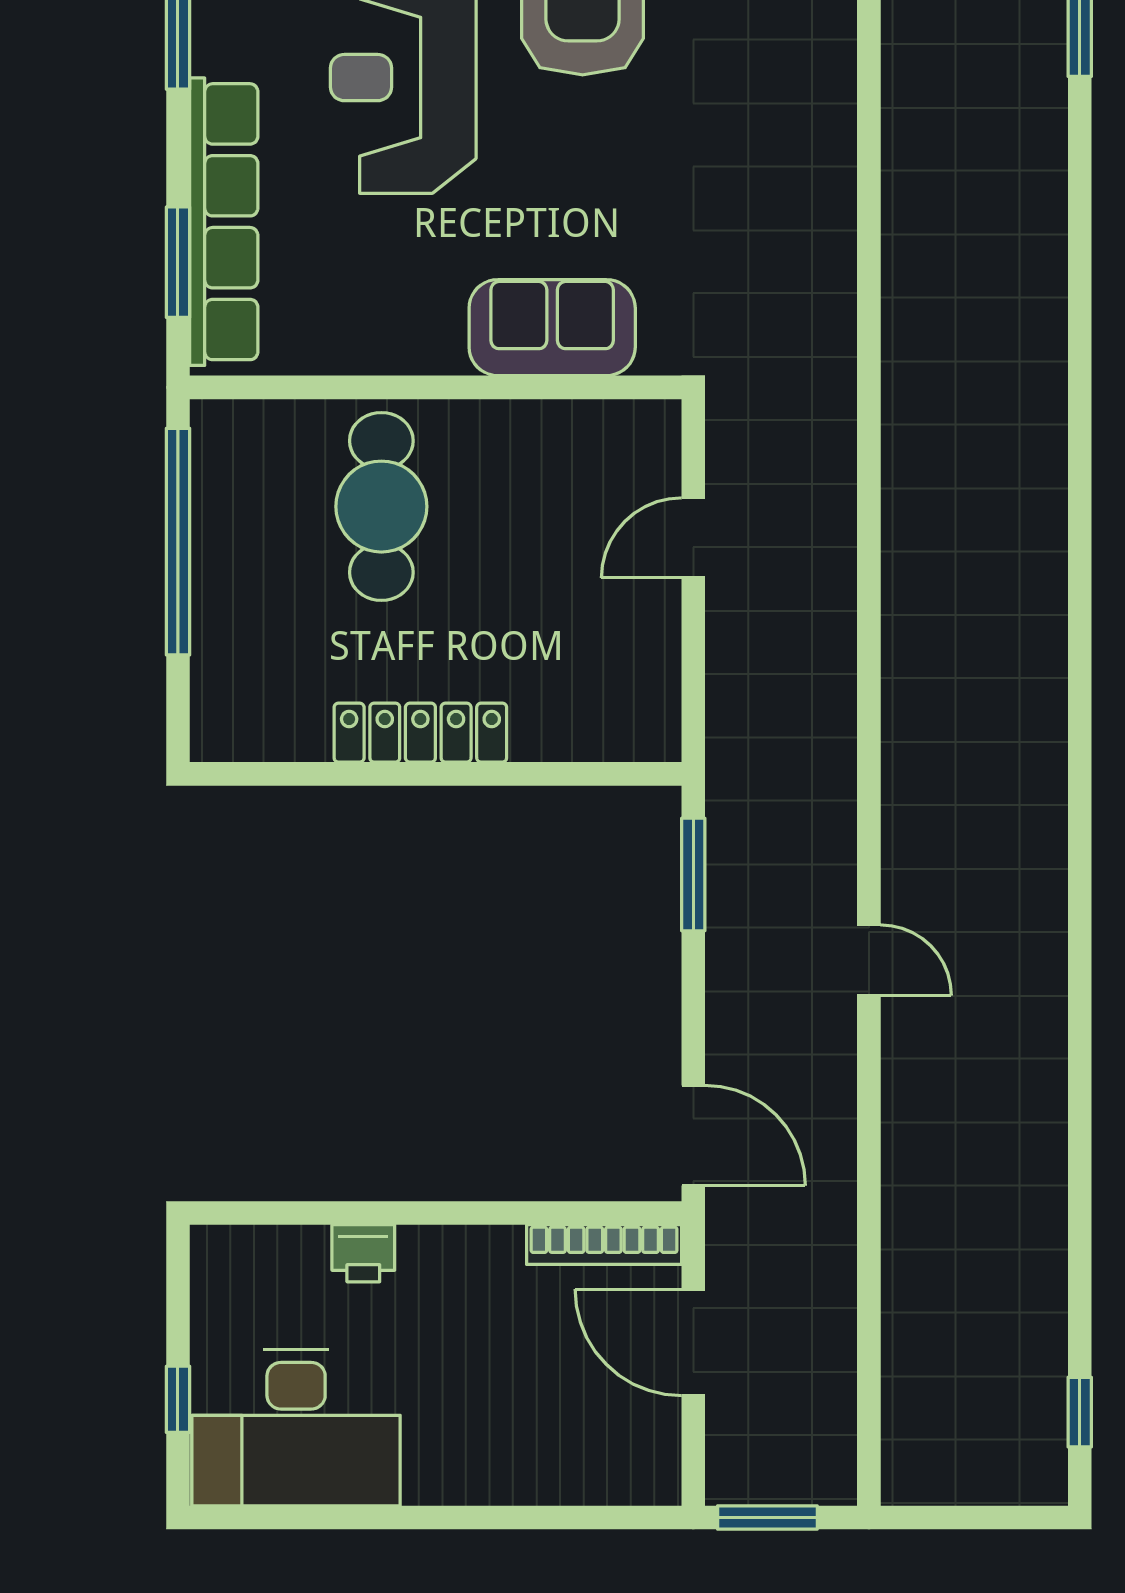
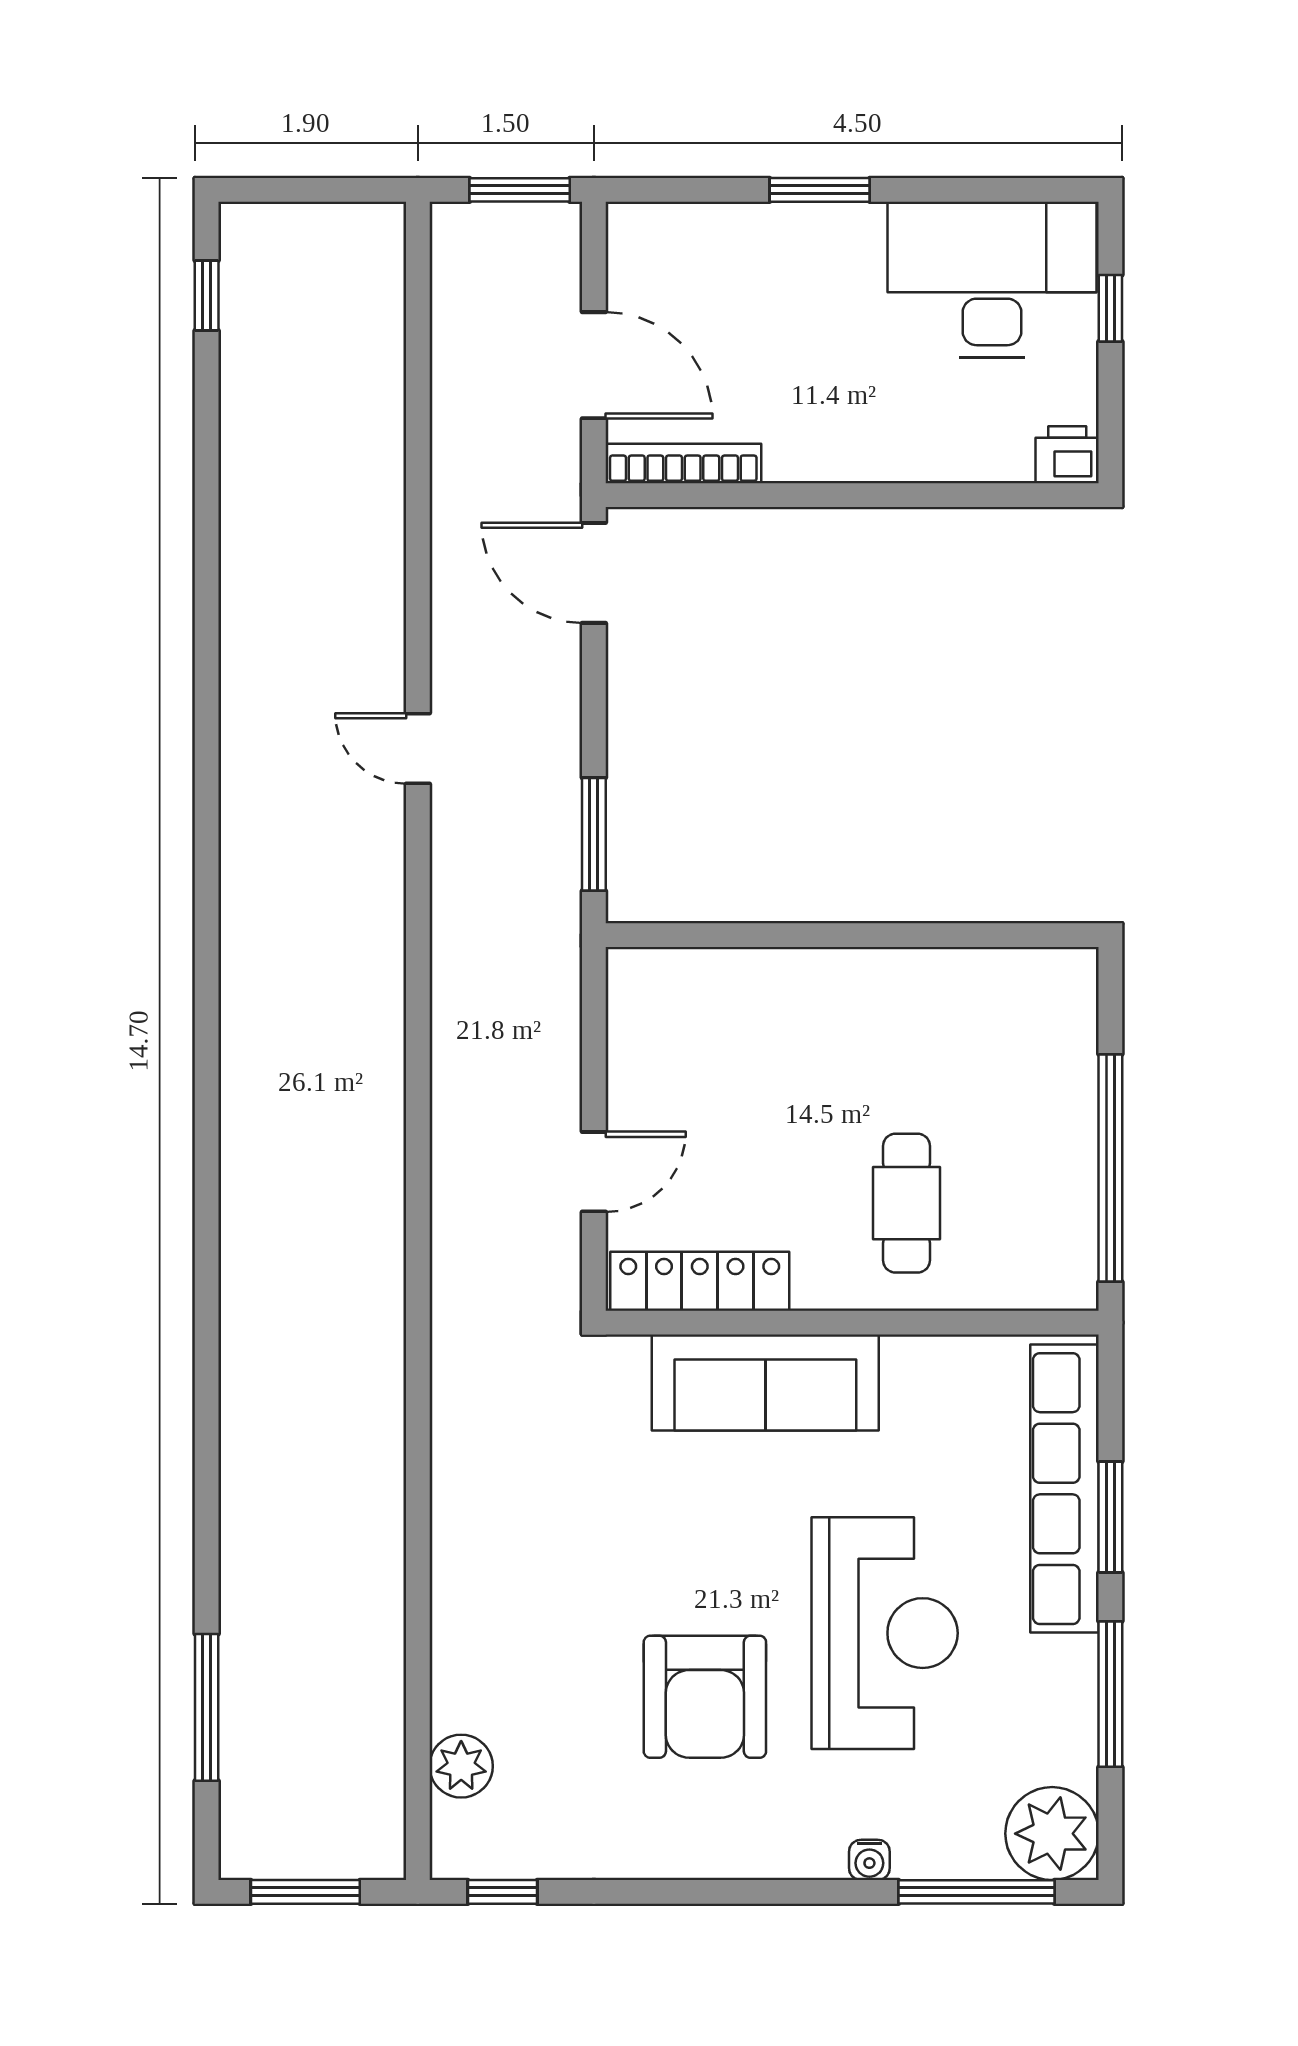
window: (178, 262) -> (1110, 1517), moved
sofa: (552, 328) -> (765, 1382), width x1.36
cafe table: (381, 507) -> (906, 1203), width x0.73, depth x0.74
locker: (420, 733) -> (700, 1281), moved, turned 180
printer: (363, 1253) -> (1067, 455), moved
window: (468, 1517) -> (820, 190), added

